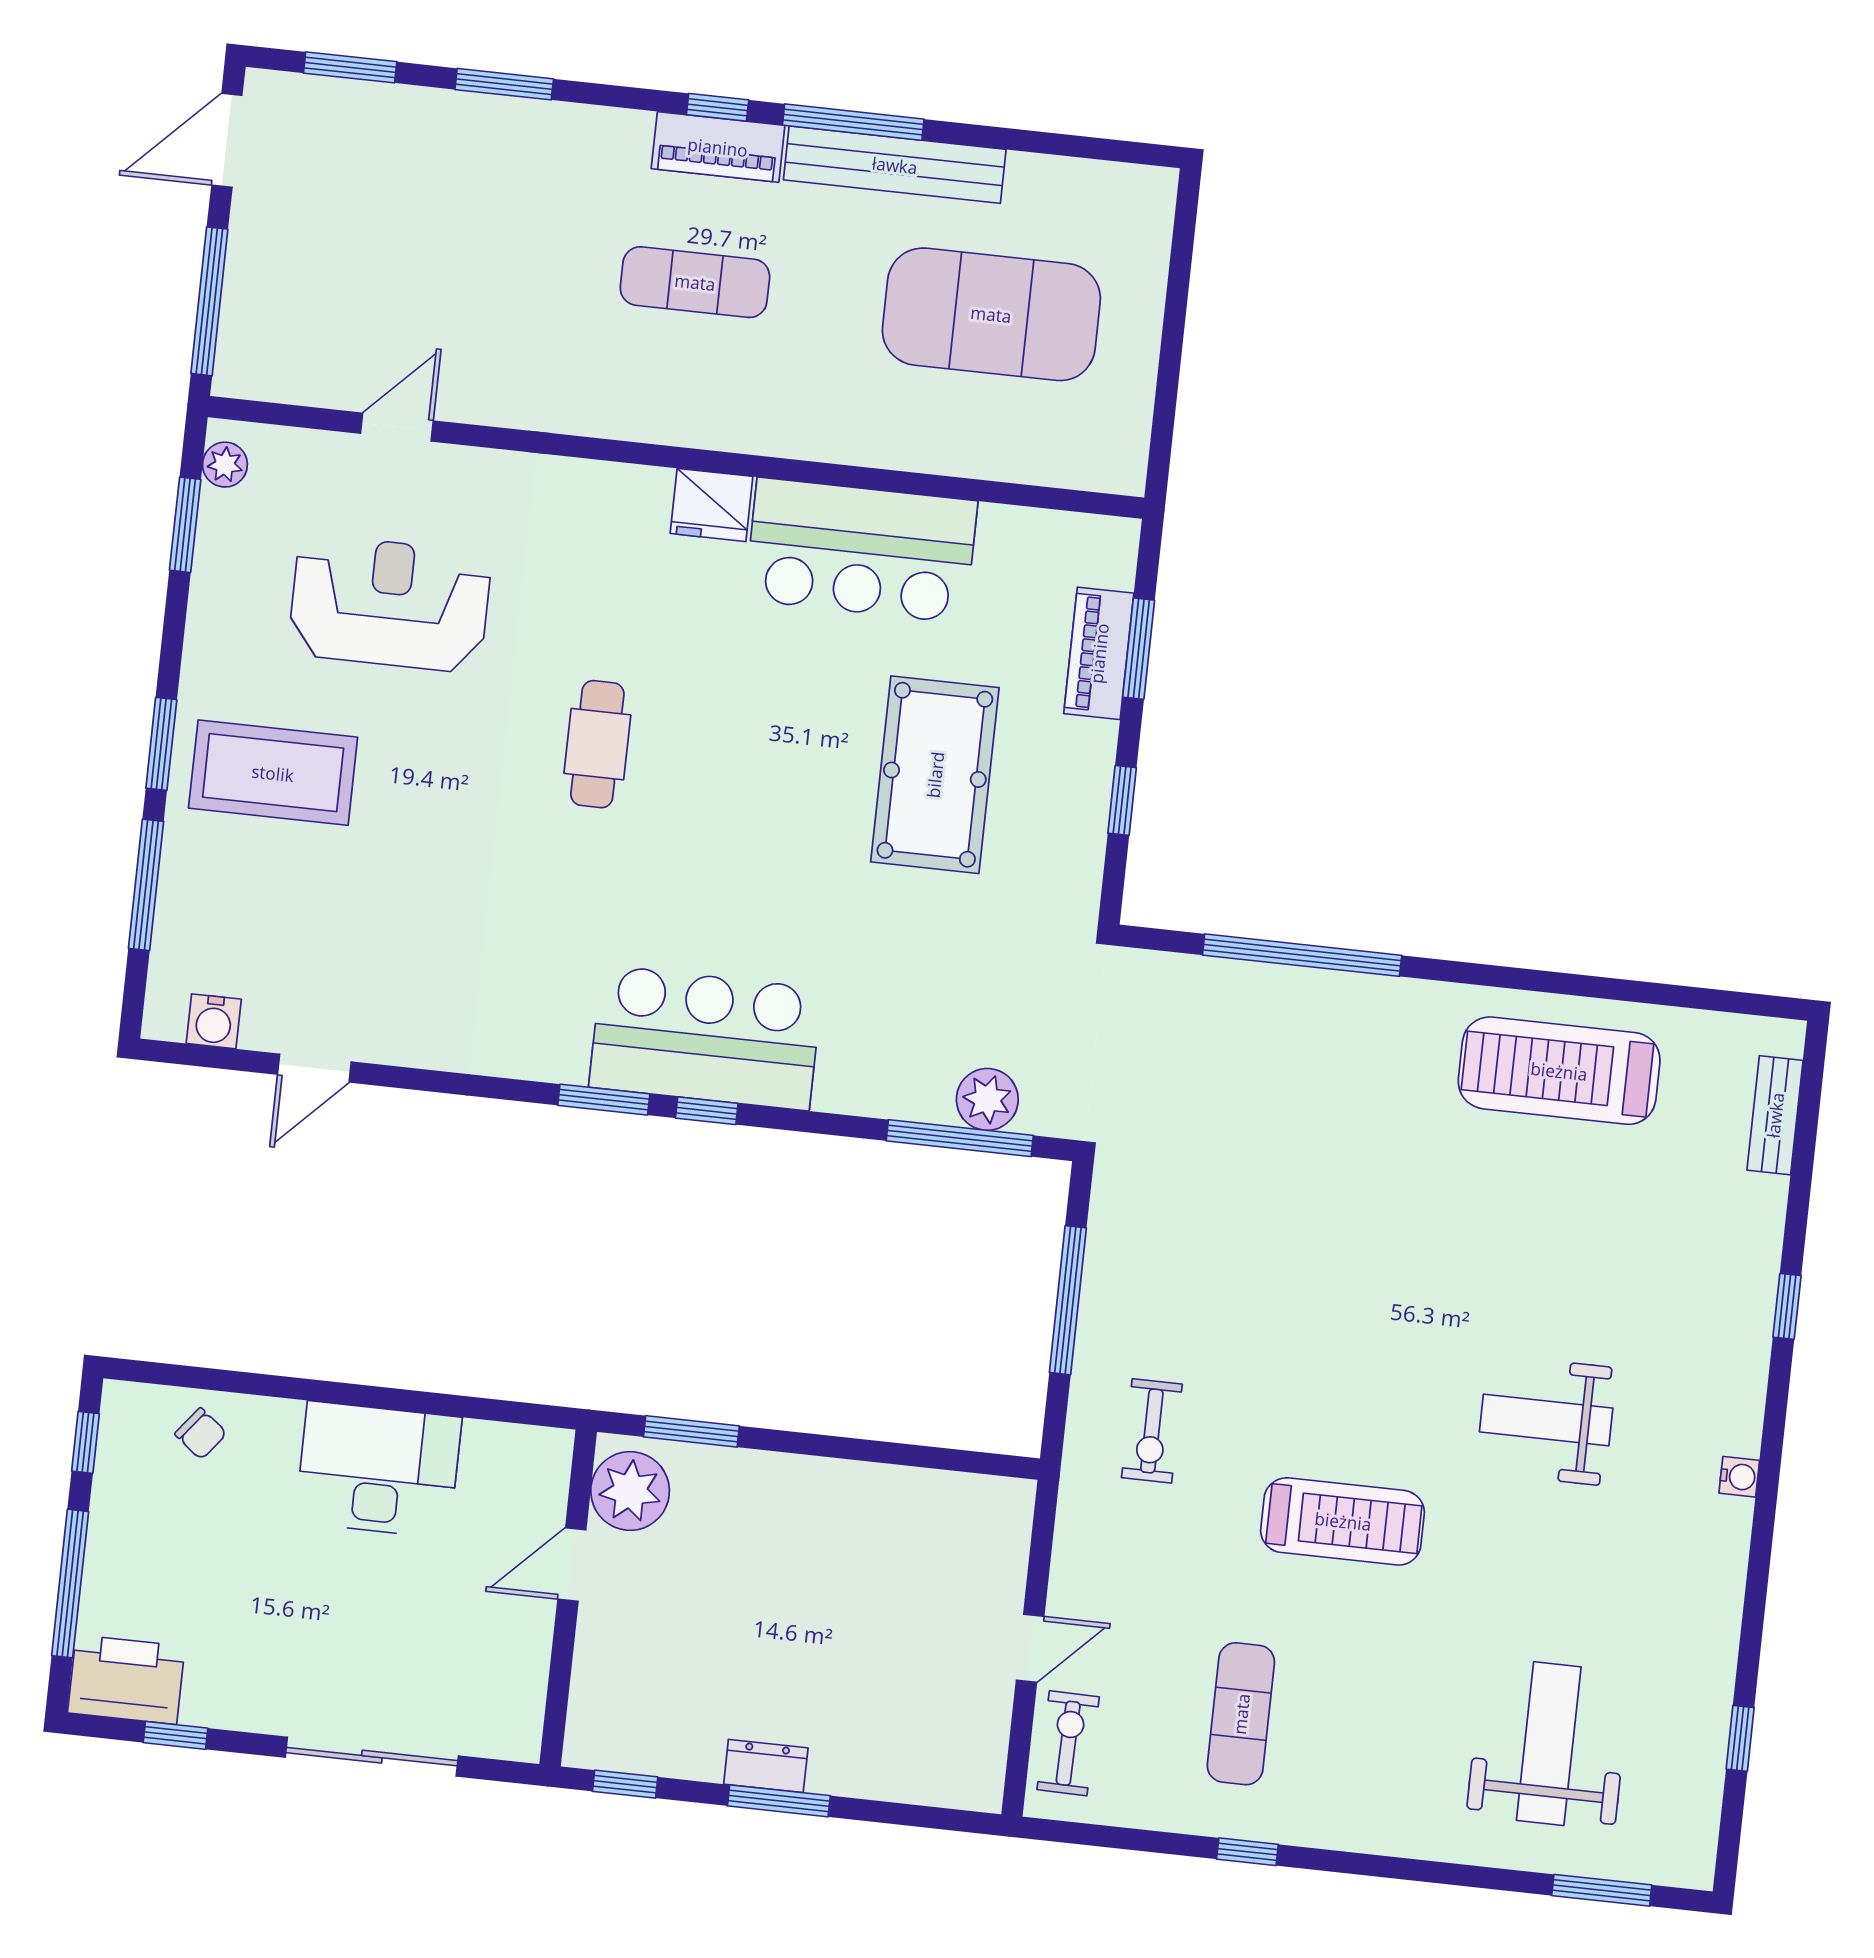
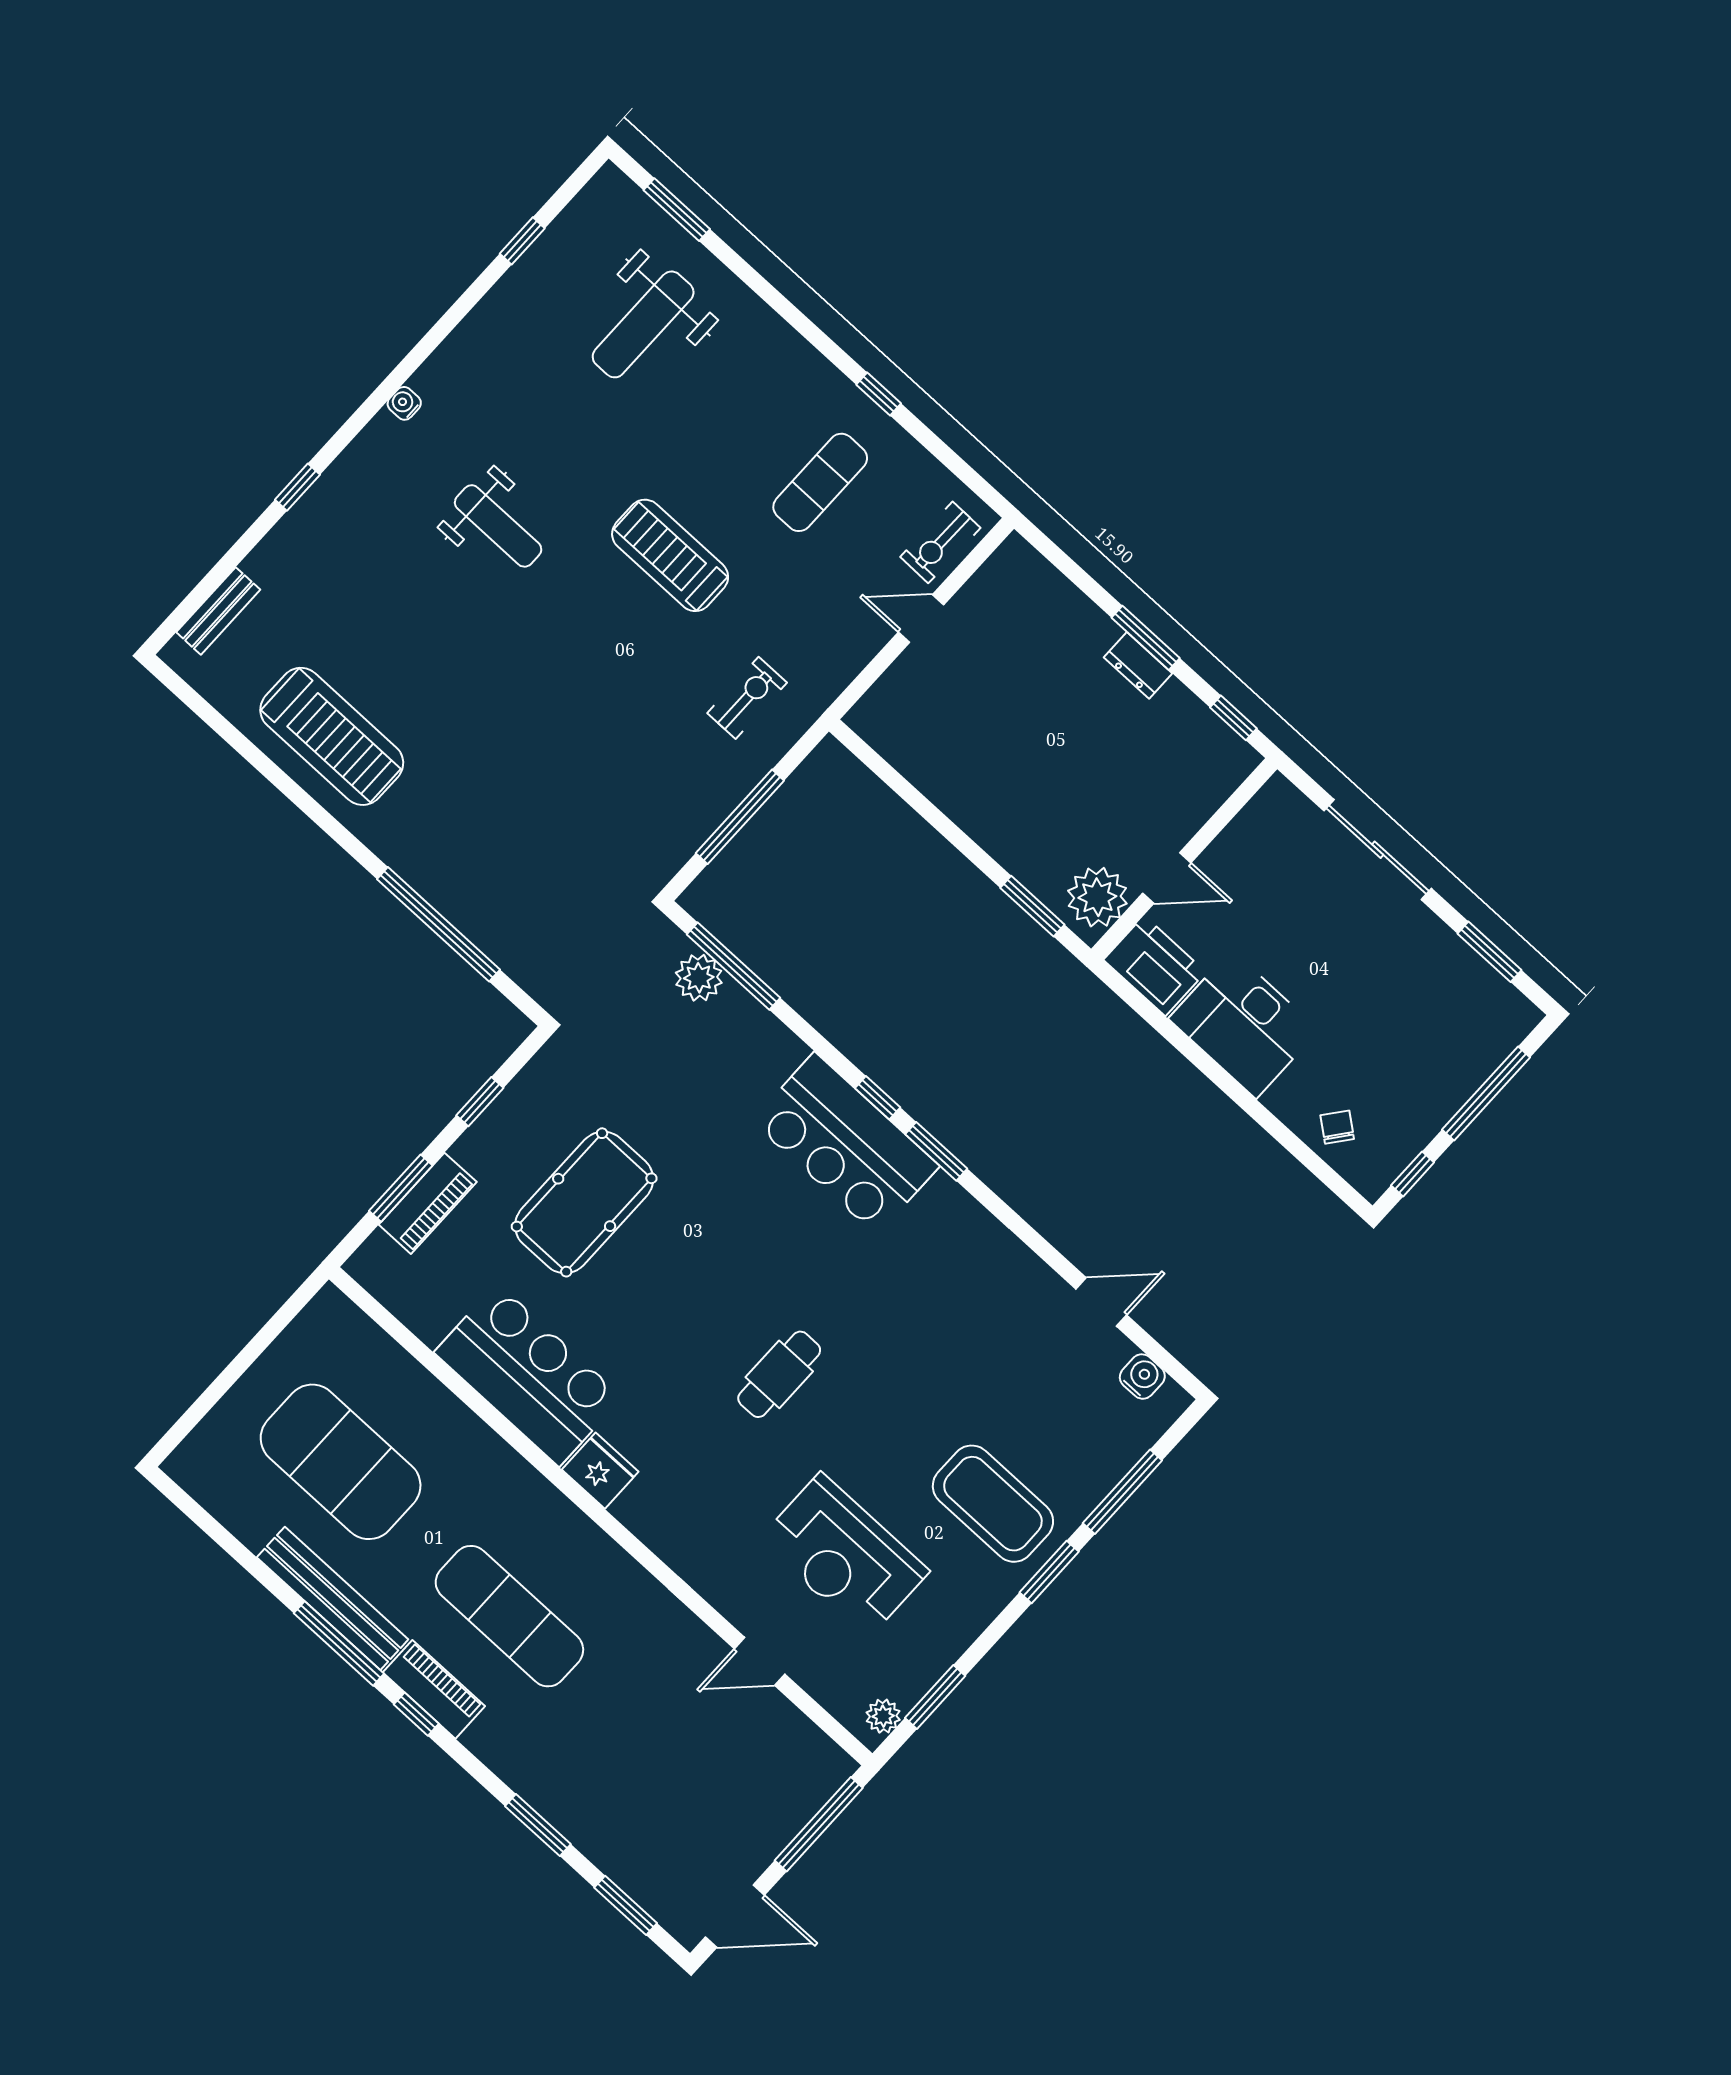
exercise mat: (695, 282) -> (509, 1616), width x1.36, depth x1.45
printer: (126, 1680) -> (1155, 966), moved, turned 180
window: (175, 1735) -> (1490, 952), width x1.50

